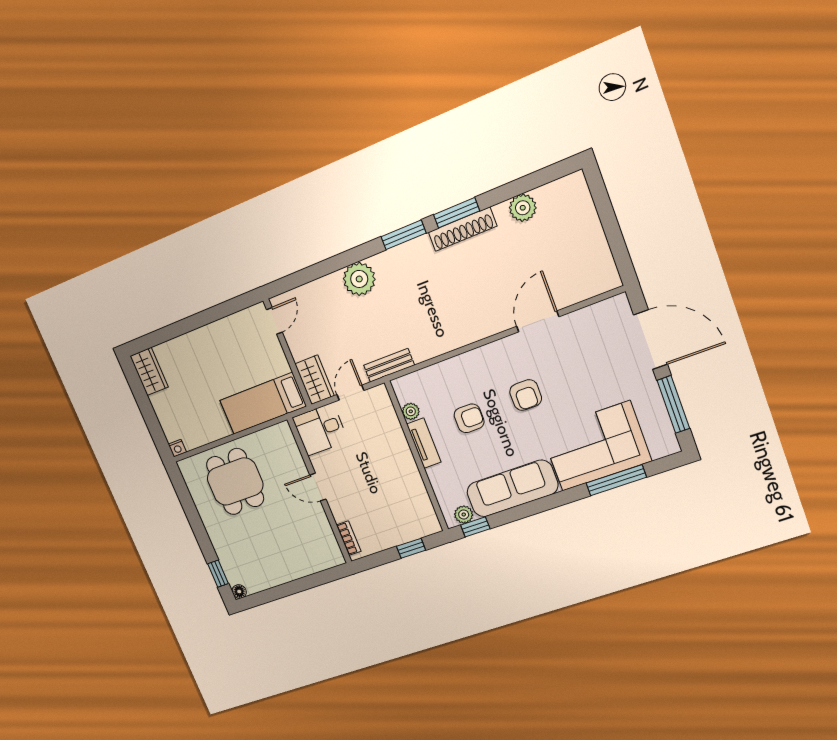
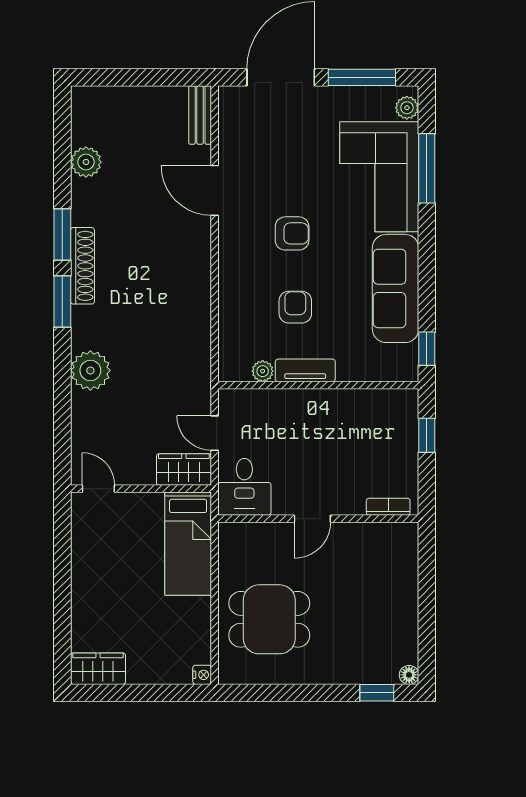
shoe rack: (462, 229) -> (82, 266), moved
bench: (389, 365) -> (200, 115), moved
plant: (464, 514) -> (407, 108), moved

